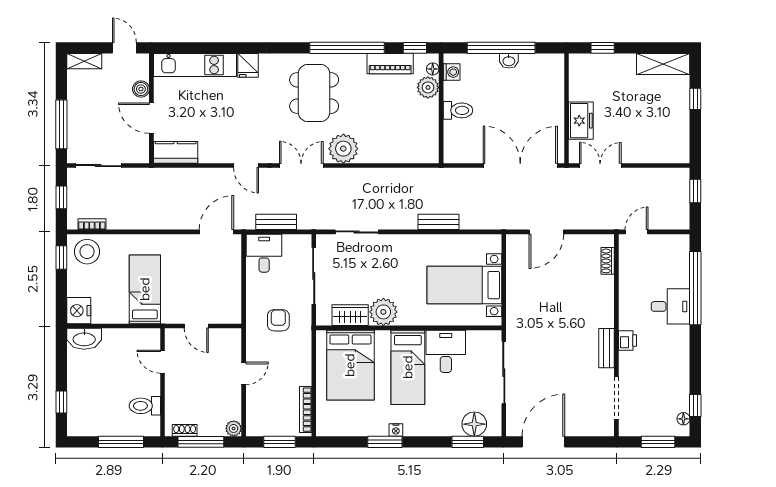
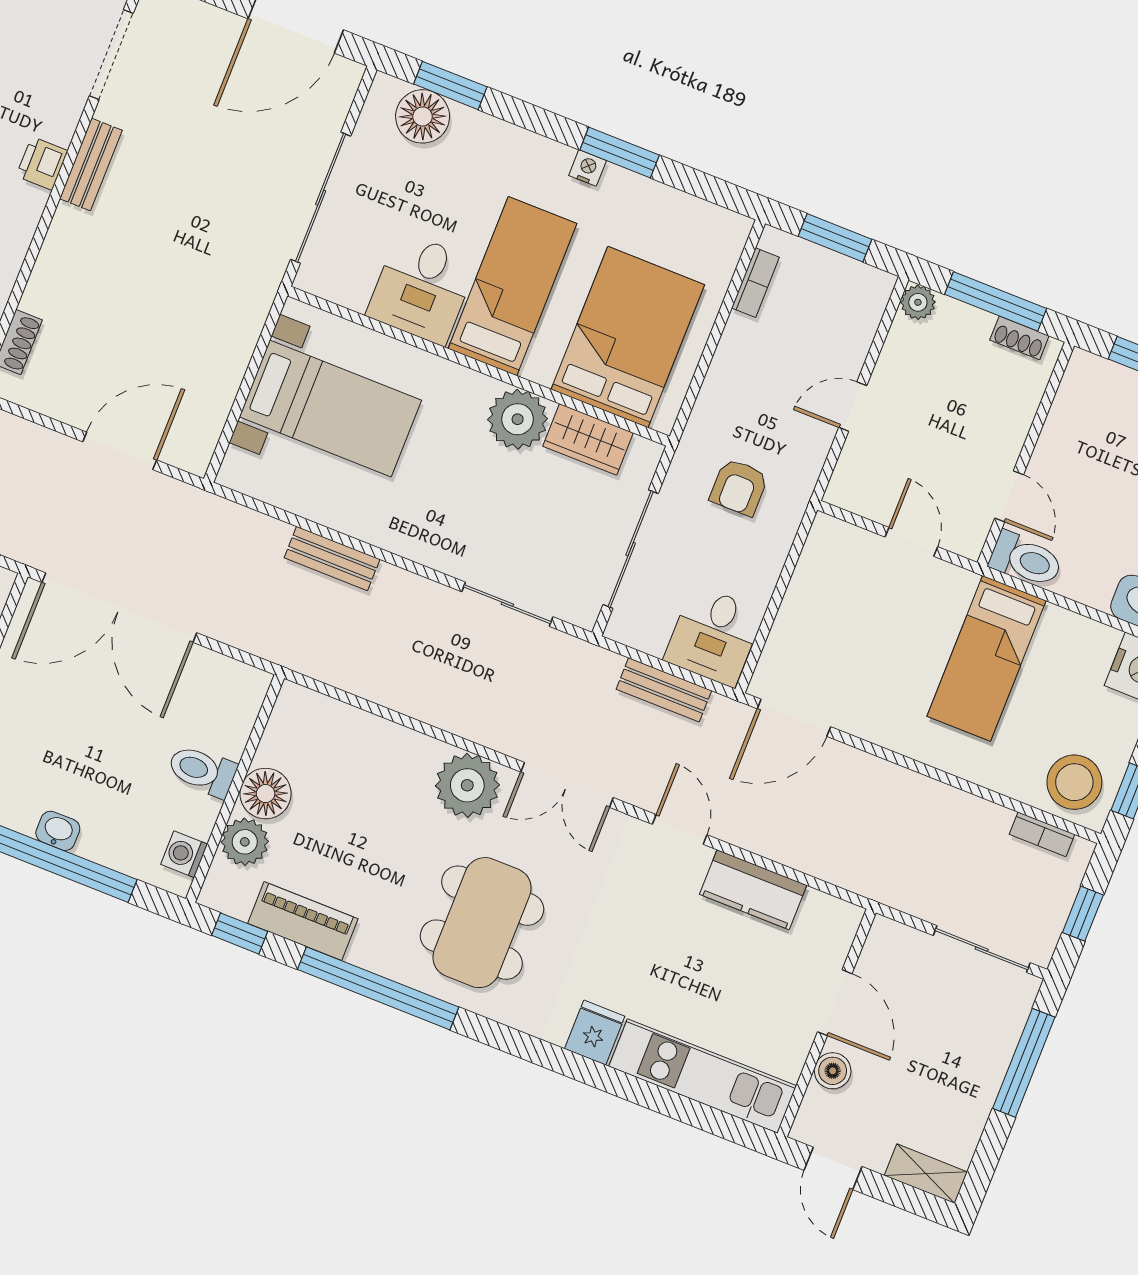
floor lamp: (433, 69) -> (266, 794), moved, width x1.89, depth x1.89
kitchen counter: (176, 152) -> (753, 890), moved
toilet: (145, 406) -> (1026, 560), moved
bookcase: (306, 410) -> (755, 283), width x0.64

